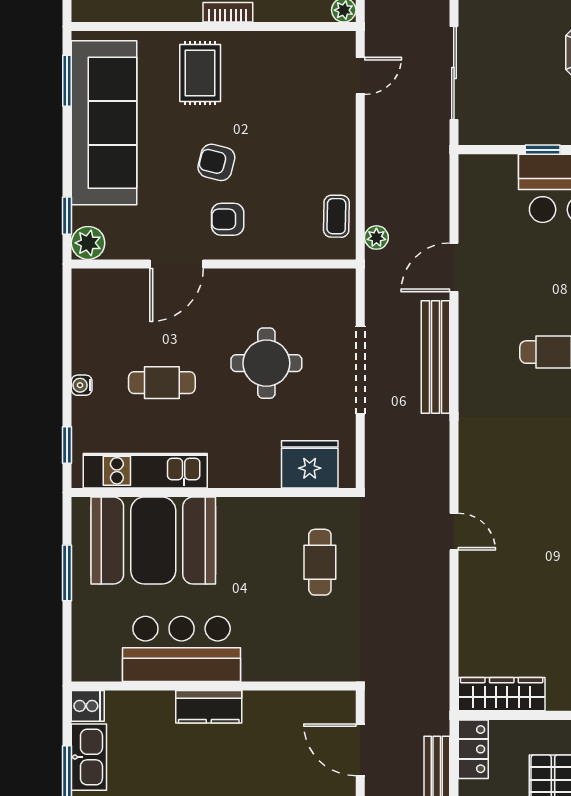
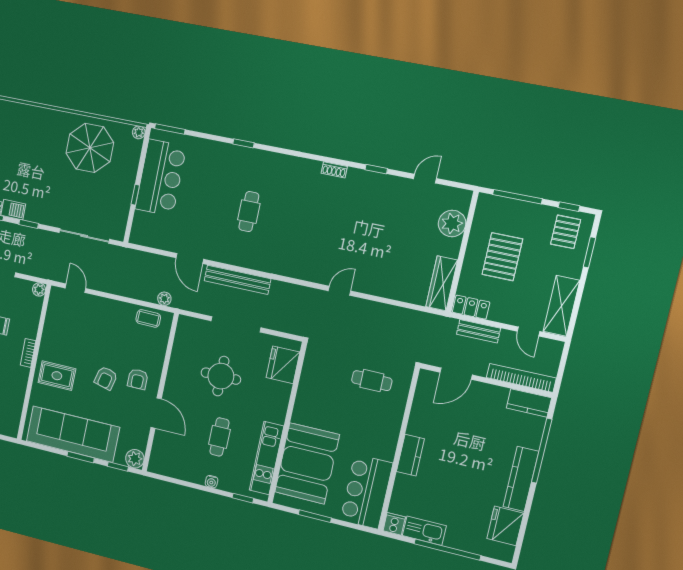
window: (67, 81) -> (81, 457), moved
cafe table: (320, 562) -> (372, 381), moved
bar counter: (182, 649) -> (366, 492), moved

